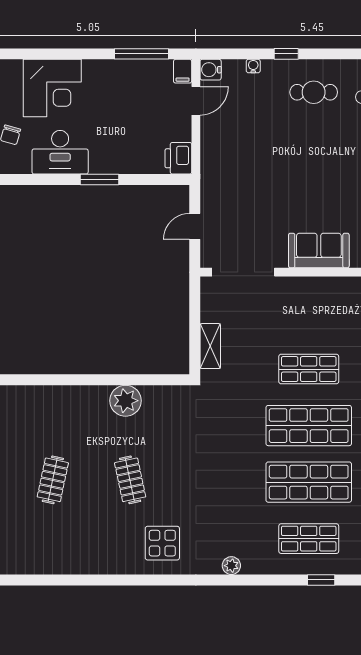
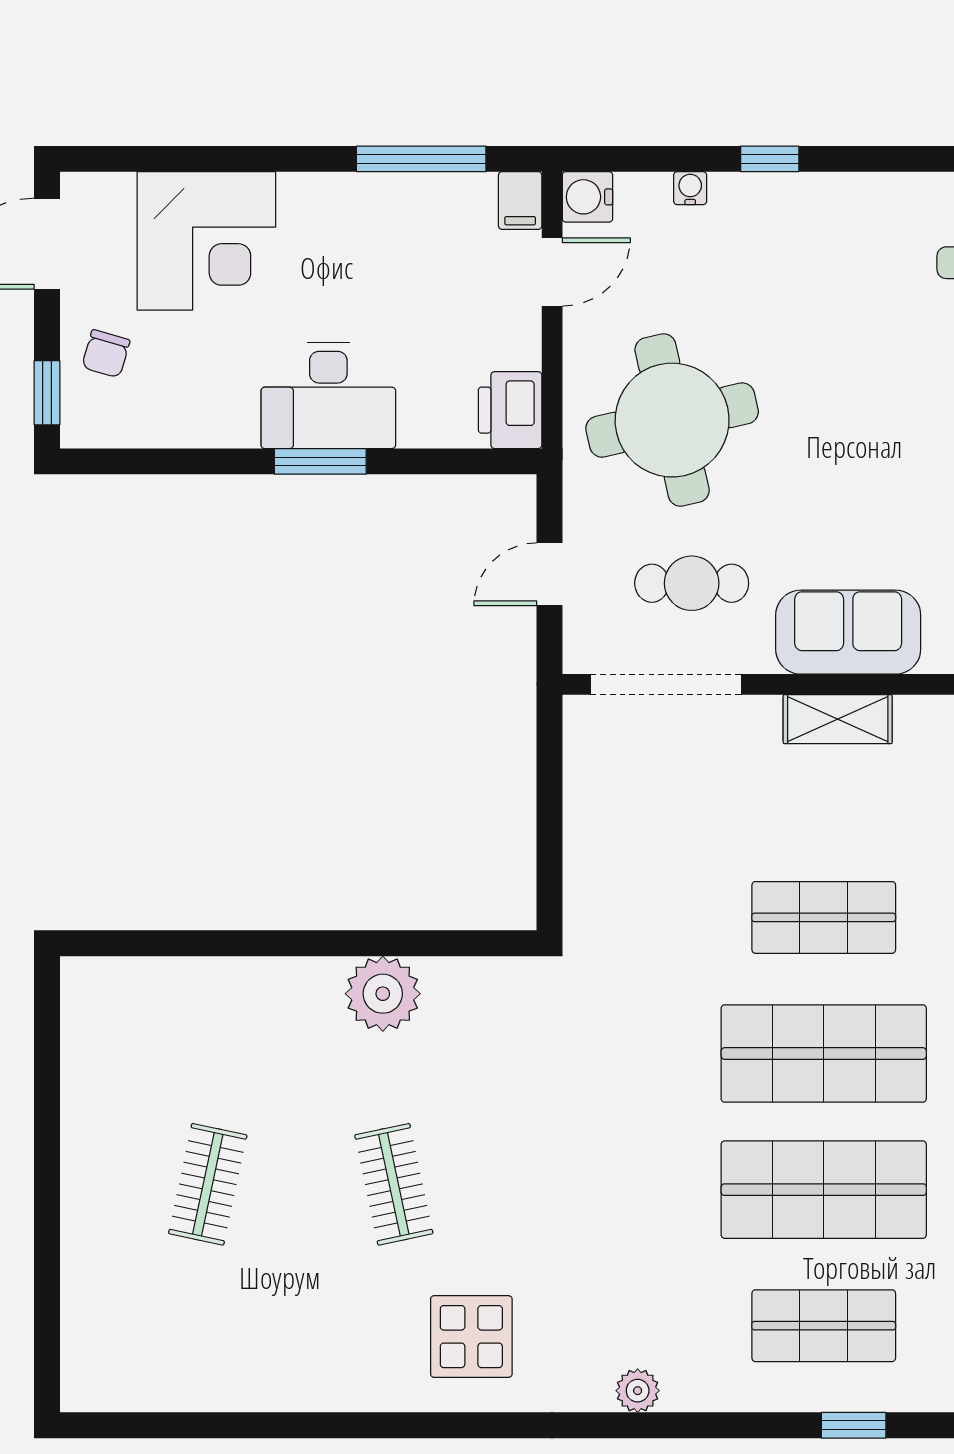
cafe table: (314, 92) -> (692, 583), moved
desk: (60, 152) -> (328, 396), moved
round table: (246, 162) -> (672, 420), added
shelving: (210, 346) -> (838, 719), moved, turned 90

